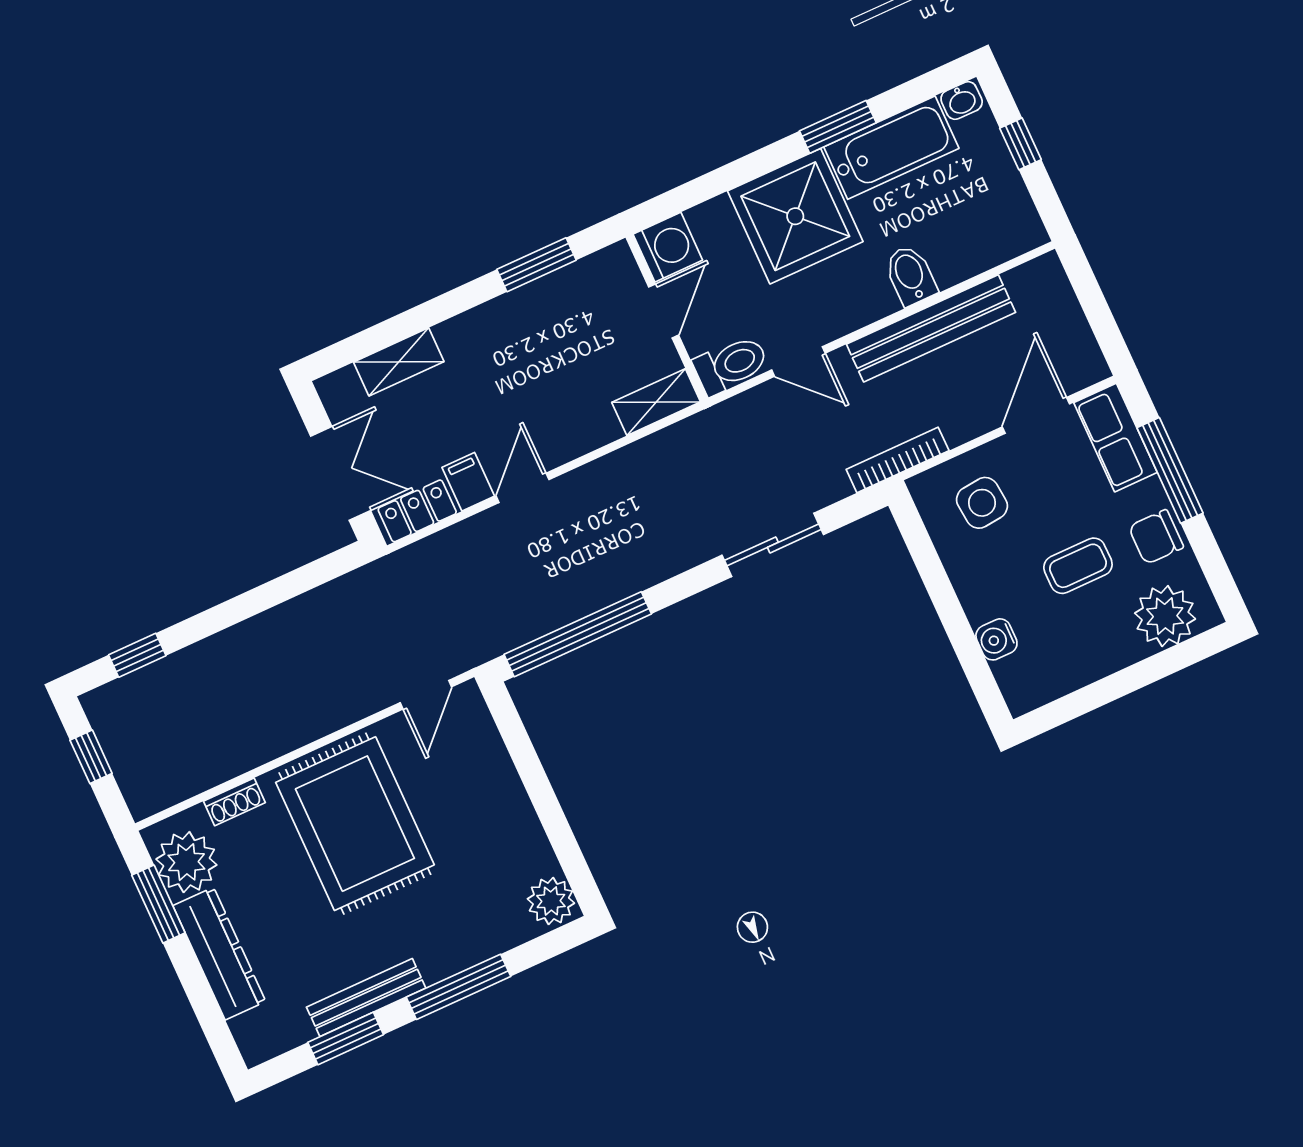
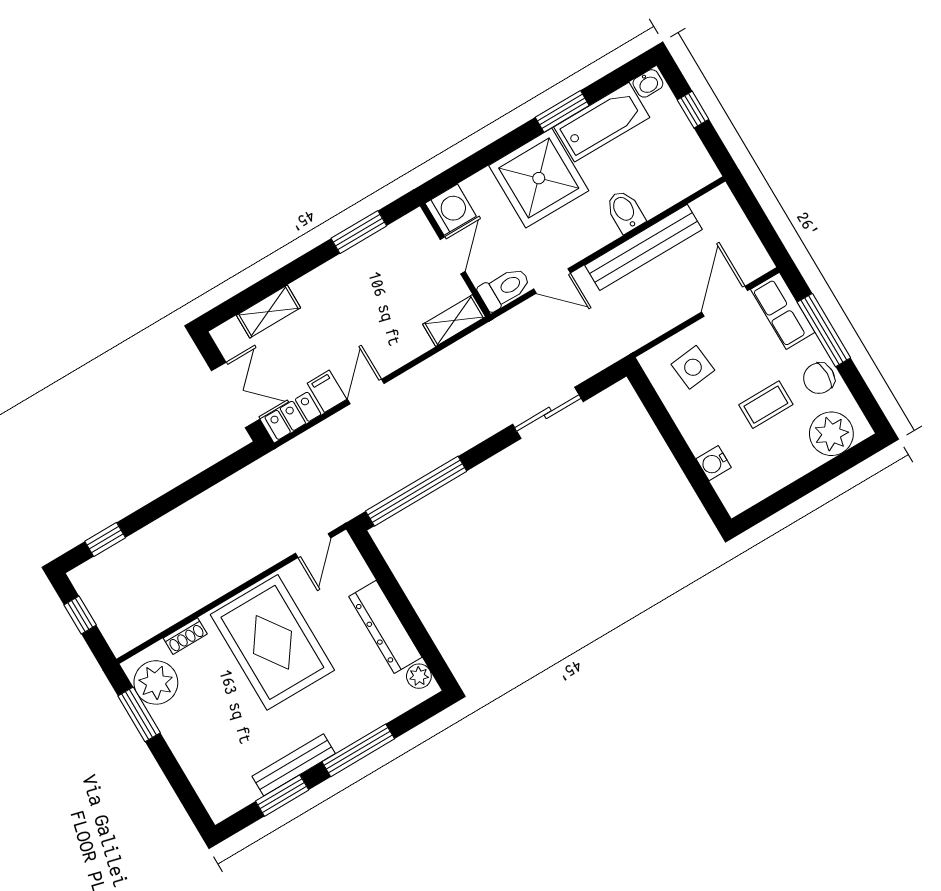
bookcase: (898, 460) -> (630, 343), removed
plant: (551, 901) -> (419, 676), width x0.73, depth x0.73
dresser: (219, 954) -> (385, 627), moved, turned 180

